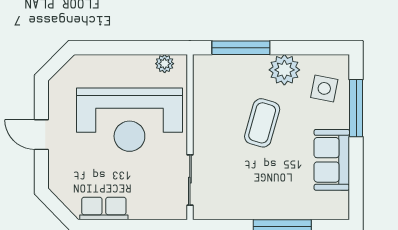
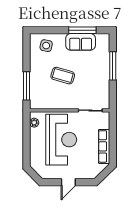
plant: (284, 70) -> (37, 65), removed
window: (356, 108) -> (82, 30), moved
row of seats: (104, 208) -> (104, 146), width x1.48

